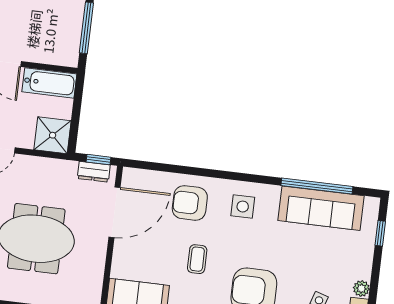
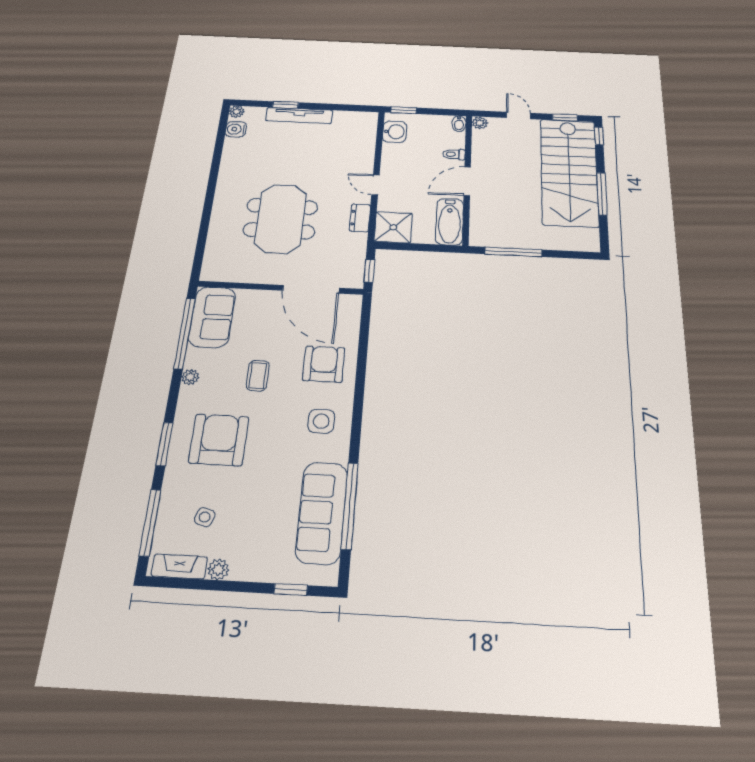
dresser: (94, 172) -> (360, 218), moved
coffee table: (197, 259) -> (258, 376), turned 90

